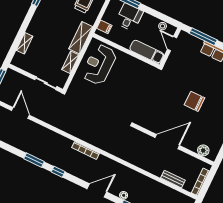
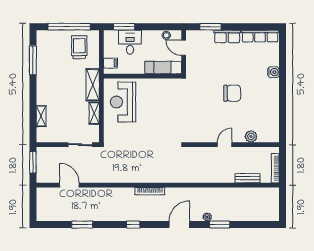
window: (203, 37) -> (210, 27), width x0.69
chair: (194, 101) -> (232, 93), turned 180
door: (167, 142) -> (225, 145), width x0.53
plant: (203, 150) -> (251, 136), moved
window: (34, 160) -> (82, 225), moved

